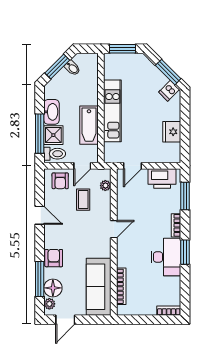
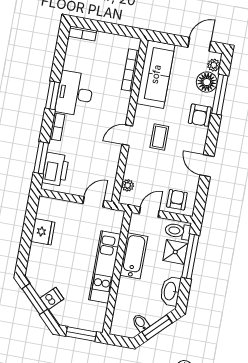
dishwasher: (169, 91) -> (52, 298), moved
washbasin: (51, 112) -> (170, 291), moved
printer: (162, 178) -> (55, 169), moved, turned 90
coffee table: (83, 200) -> (159, 137), moved

